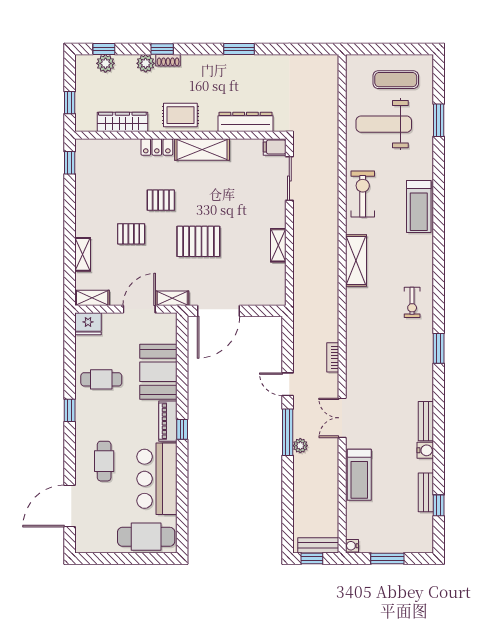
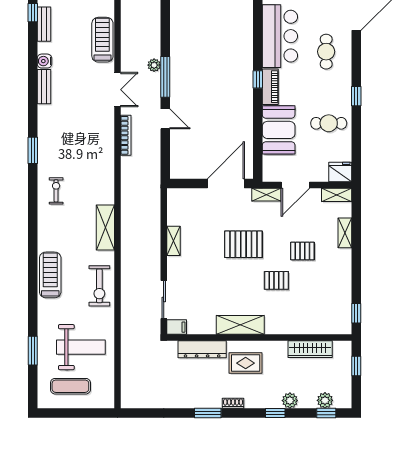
shoe rack: (168, 60) -> (233, 403), moved
rug: (180, 115) -> (246, 363), moved
locker: (157, 147) -> (280, 327), removed
bookcase: (333, 357) -> (126, 135), width x1.56

